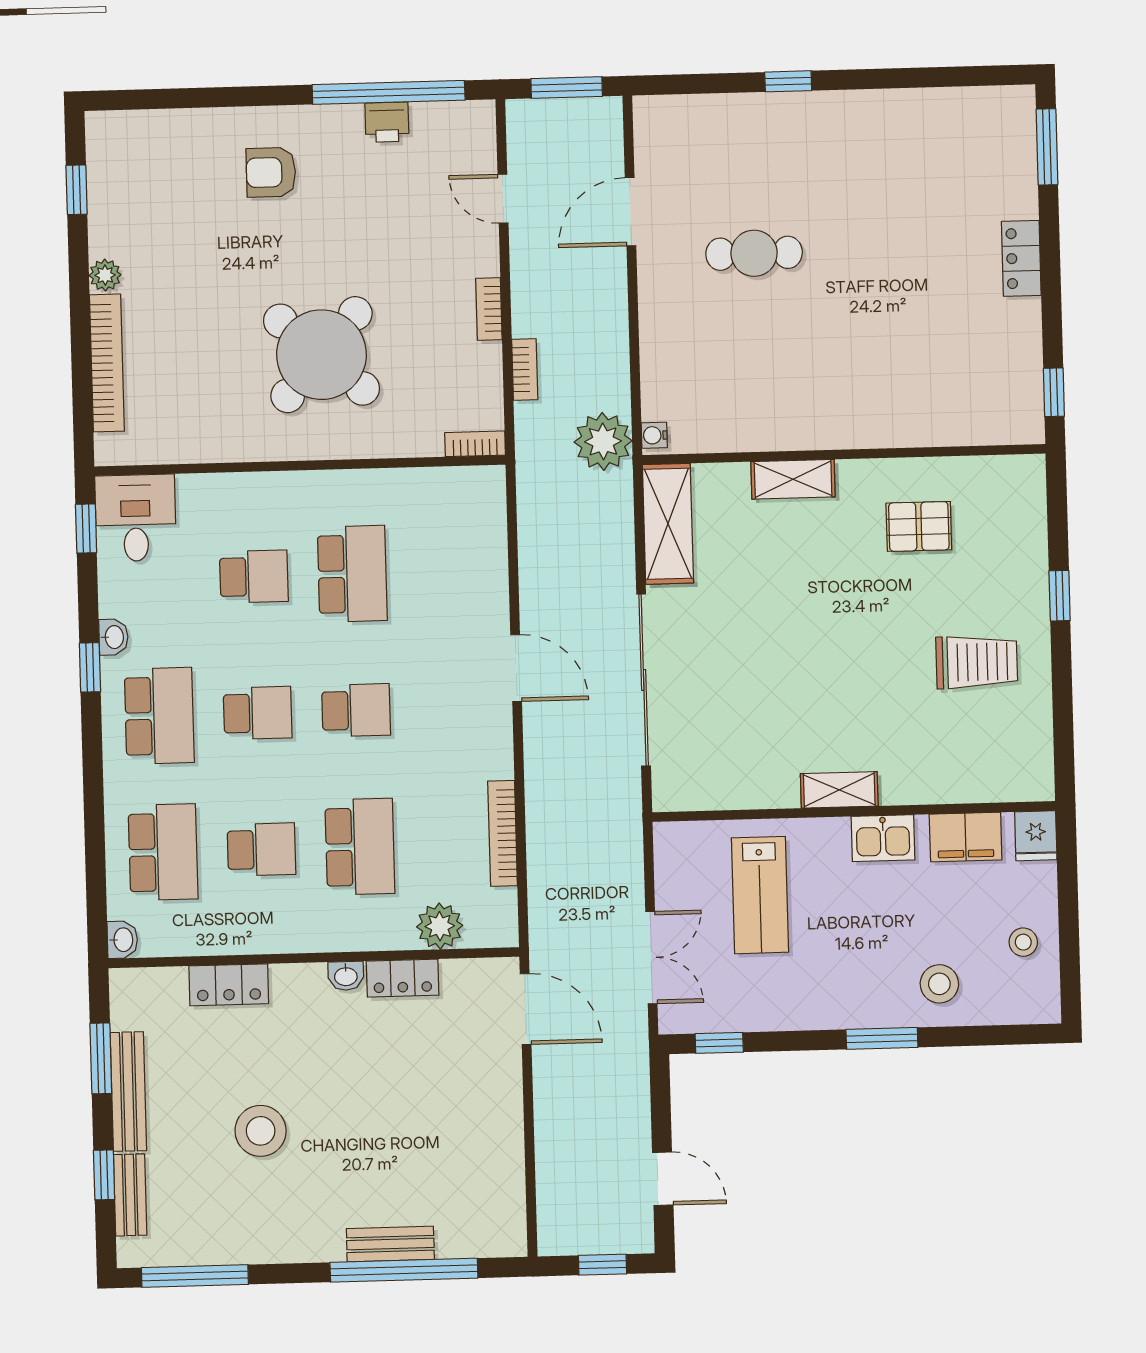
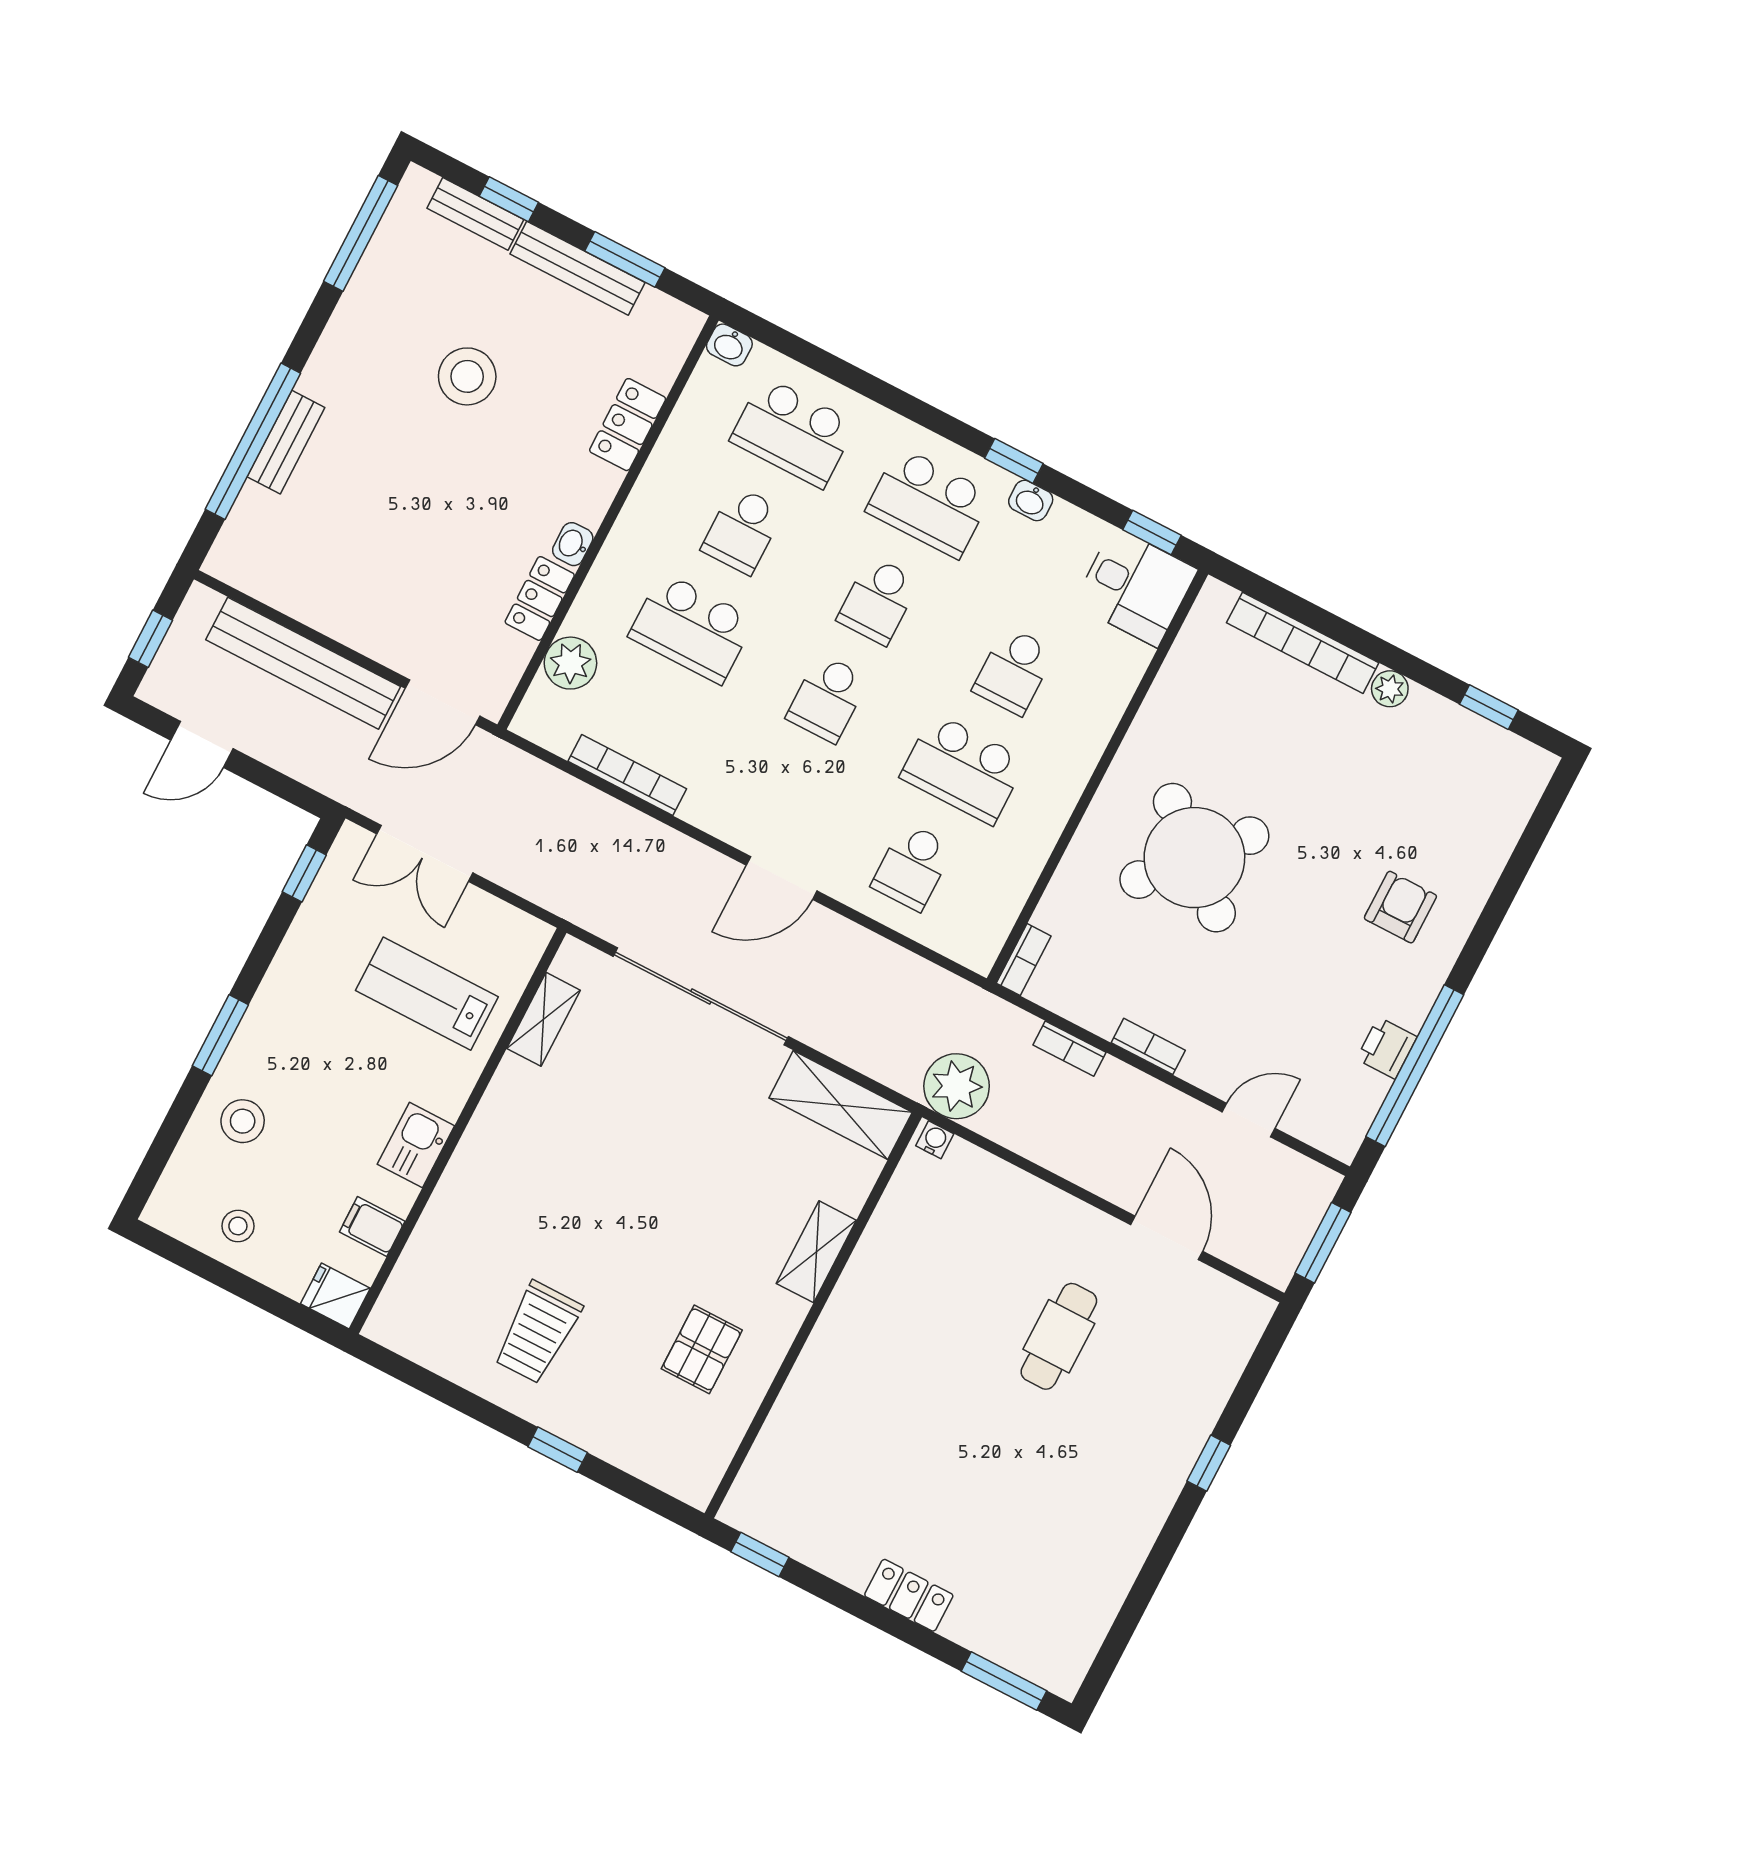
school desk: (451, 571) -> (912, 867), added
shelving: (839, 790) -> (544, 1019), moved
filing cabinet: (966, 837) -> (372, 1227), width x0.50
bench: (556, 1135) -> (303, 663), added

